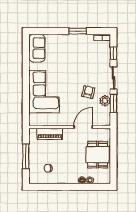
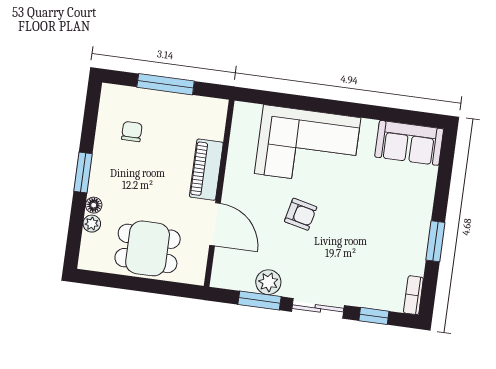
armchair: (88, 92) -> (301, 214), moved
piano: (50, 134) -> (206, 170), moved
window: (69, 187) -> (83, 172), added

